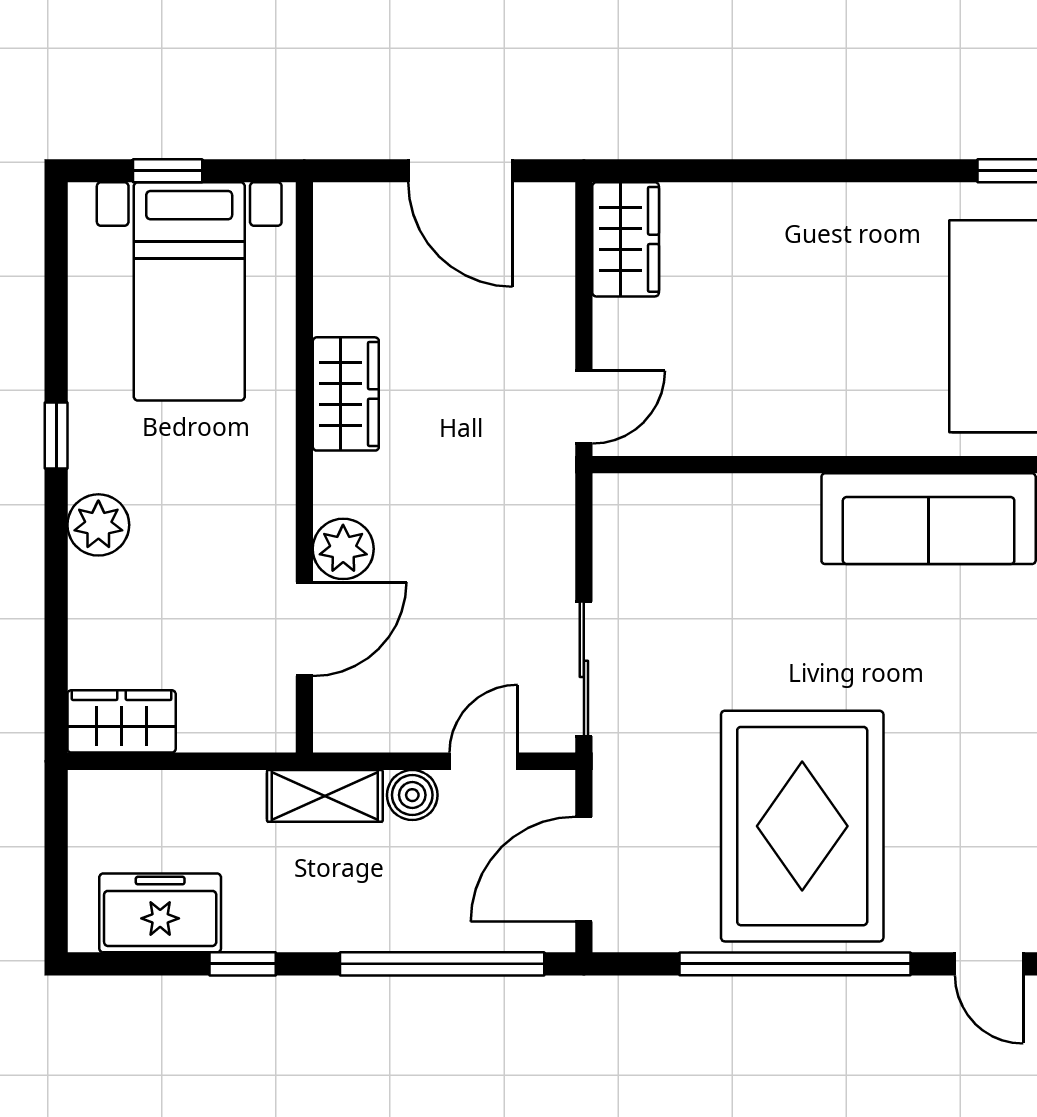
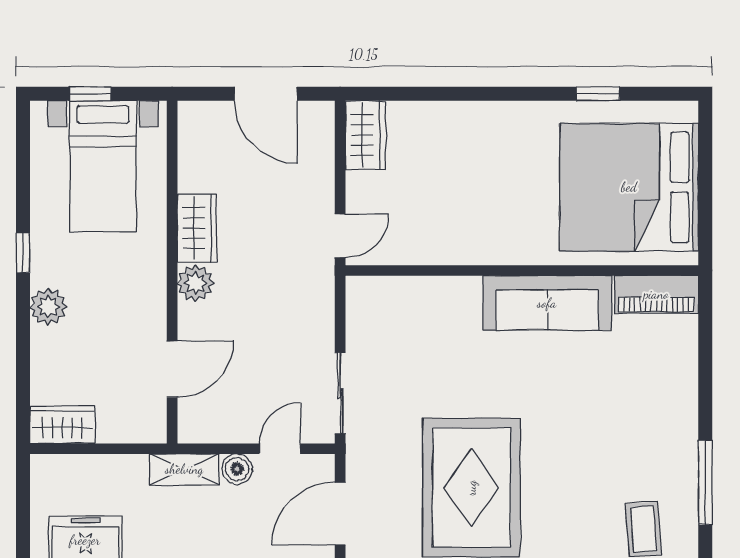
plant: (343, 549) -> (195, 283), moved

